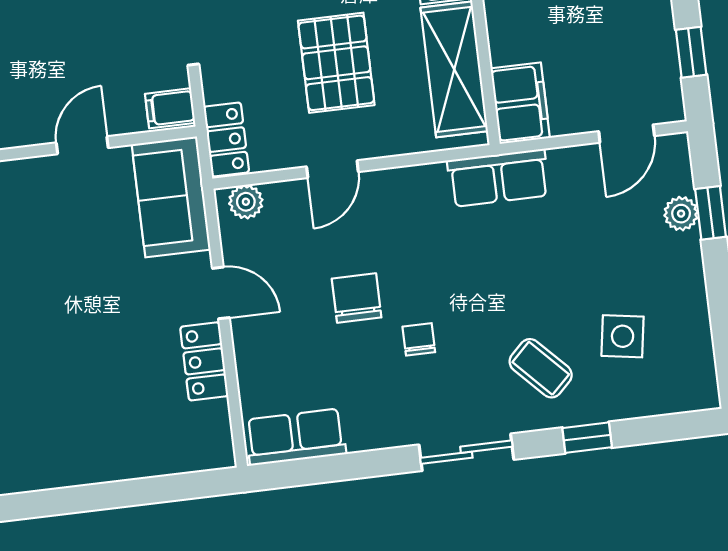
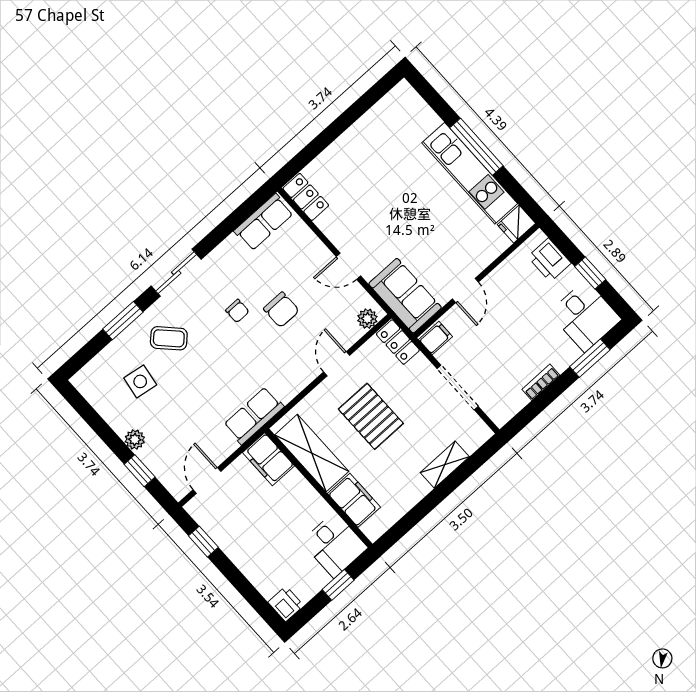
plant: (681, 214) -> (135, 440), moved
locker: (204, 361) -> (306, 197), moved
window: (587, 438) -> (123, 321), width x1.50

